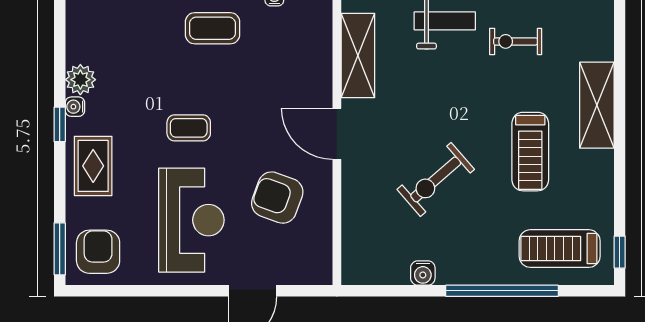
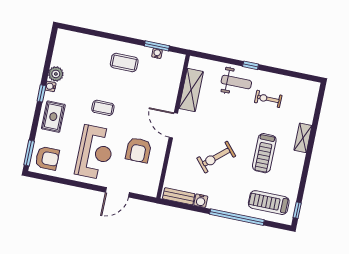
shelving: (597, 105) -> (303, 138), width x0.67, depth x0.75
armchair: (277, 198) -> (138, 150), turned -110
armchair: (98, 252) -> (47, 158), turned 90
bench: (377, 273) -> (179, 196), added

